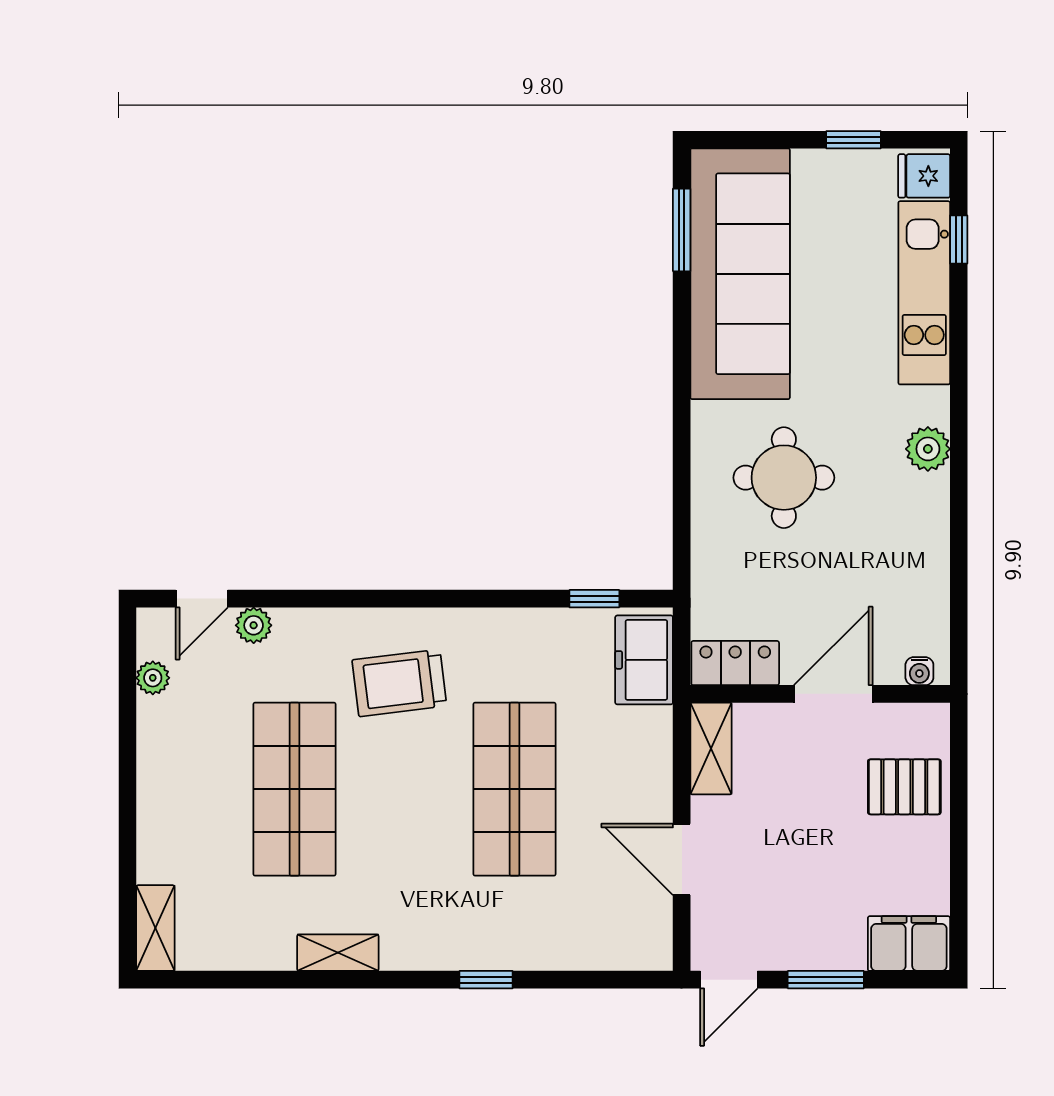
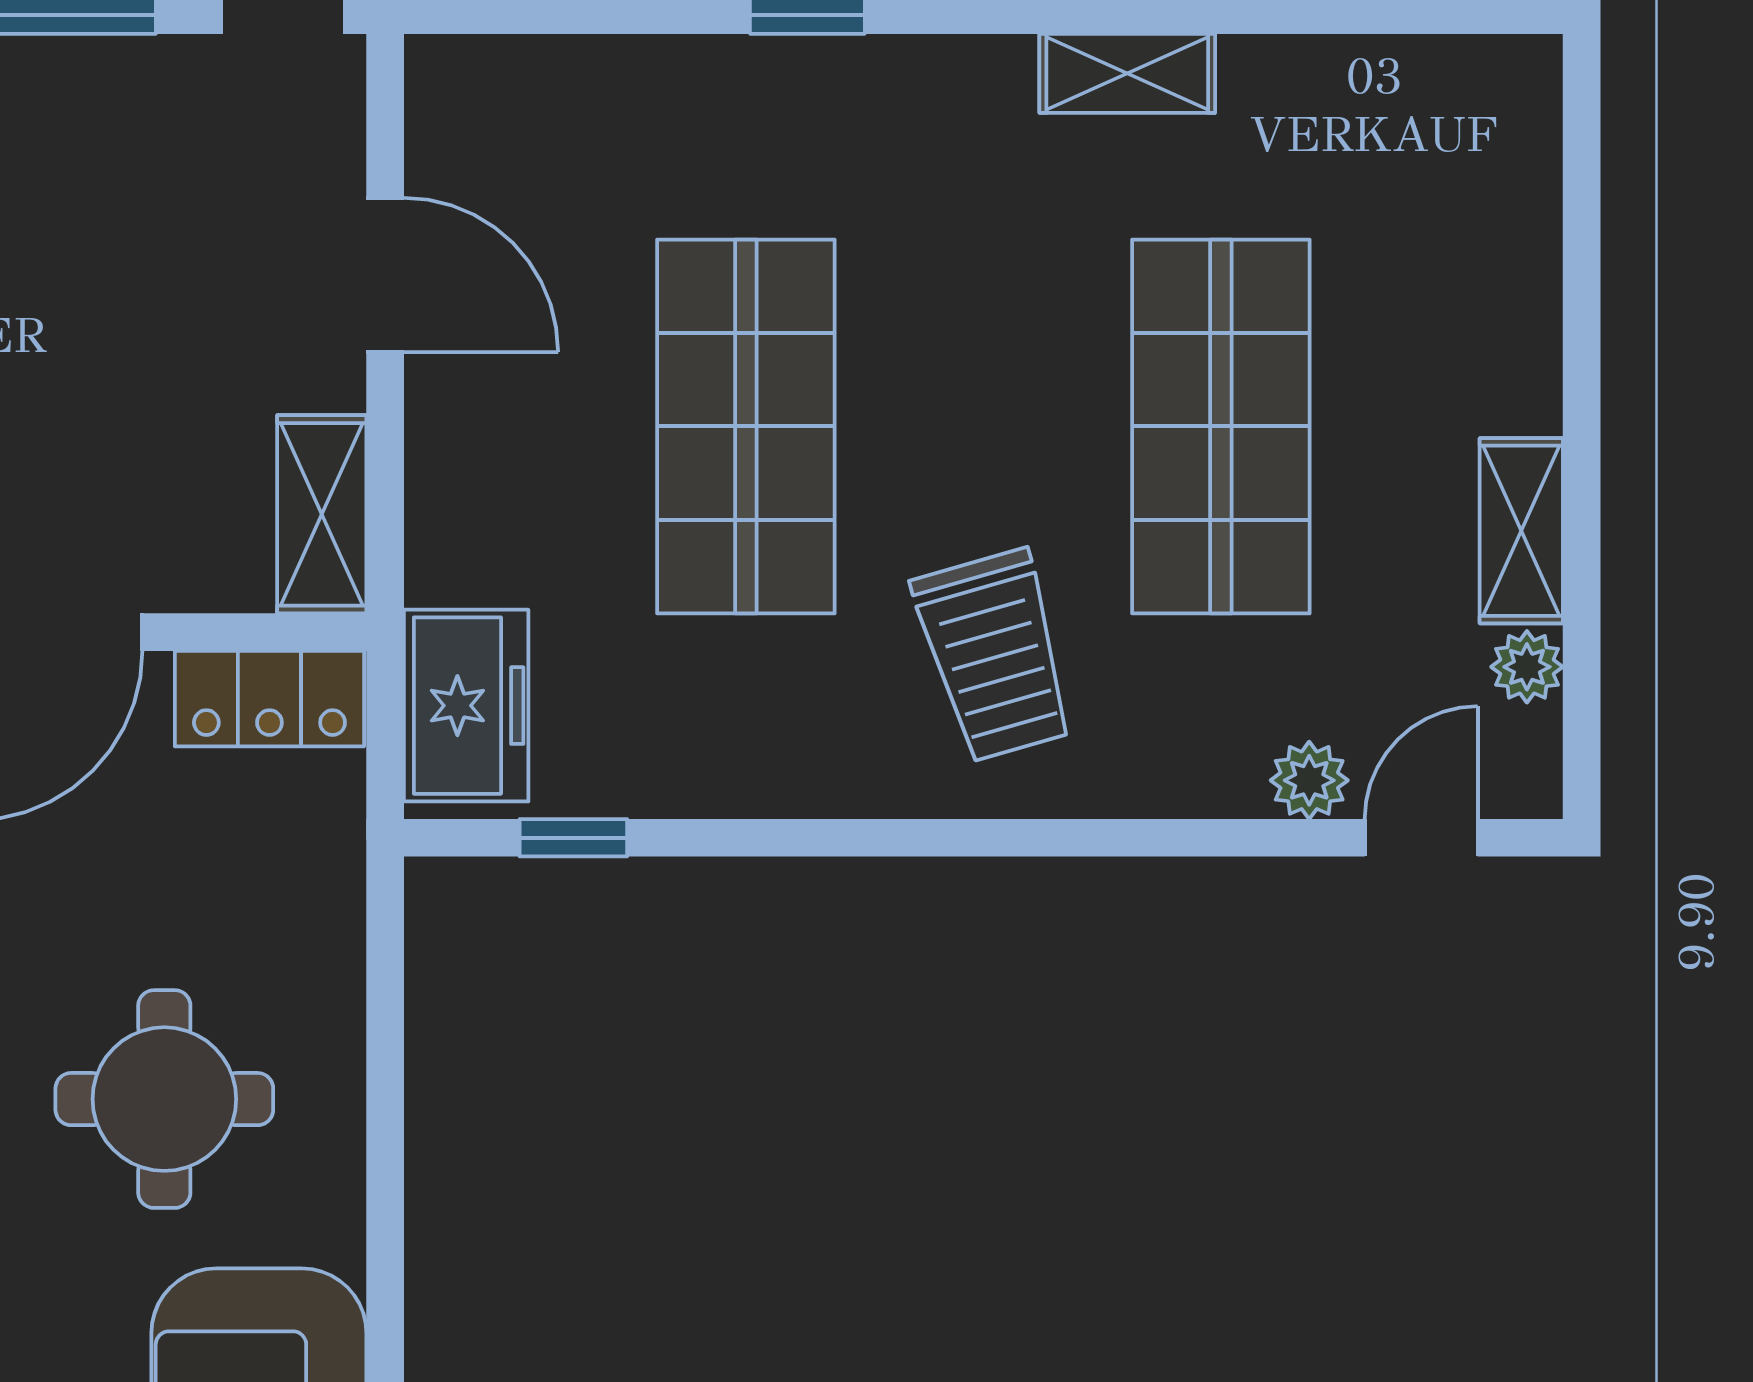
trolley: (399, 683) -> (995, 656), turned 81
shelving: (155, 928) -> (1521, 531), moved

